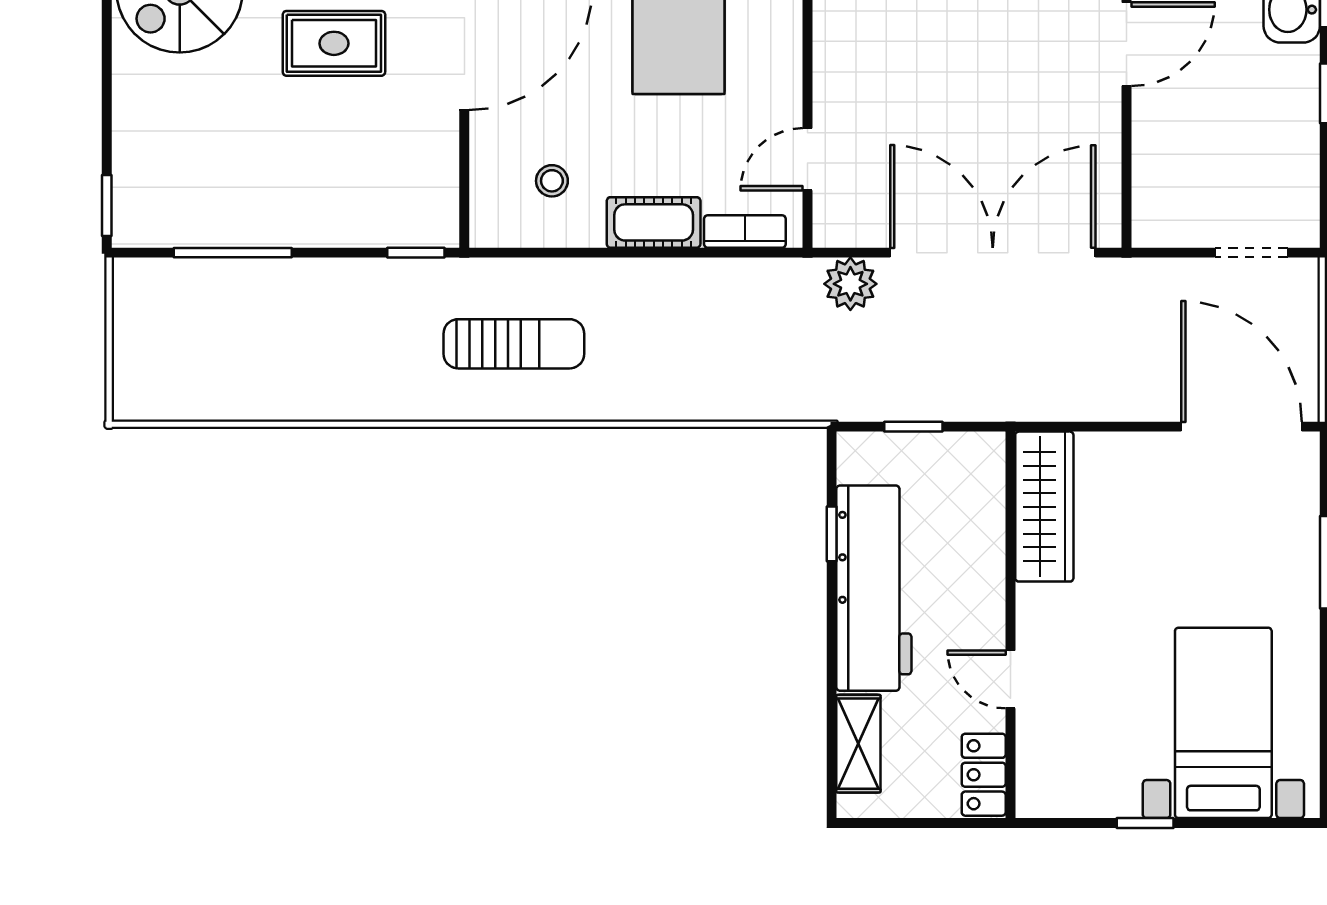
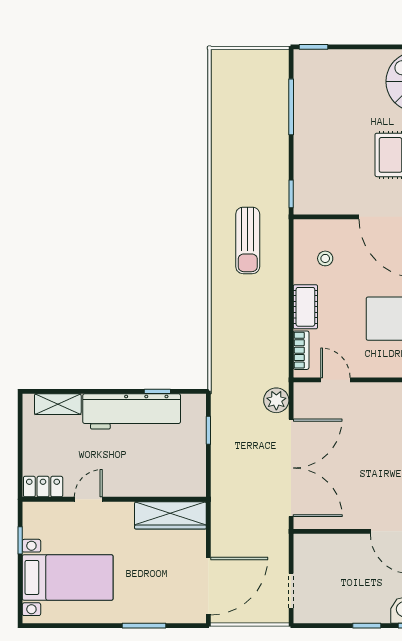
wardrobe: (1044, 507) -> (170, 515), moved
wall: (1010, 625) -> (114, 499), moved
door: (1010, 679) -> (88, 499), moved
locker: (984, 775) -> (43, 487), moved

